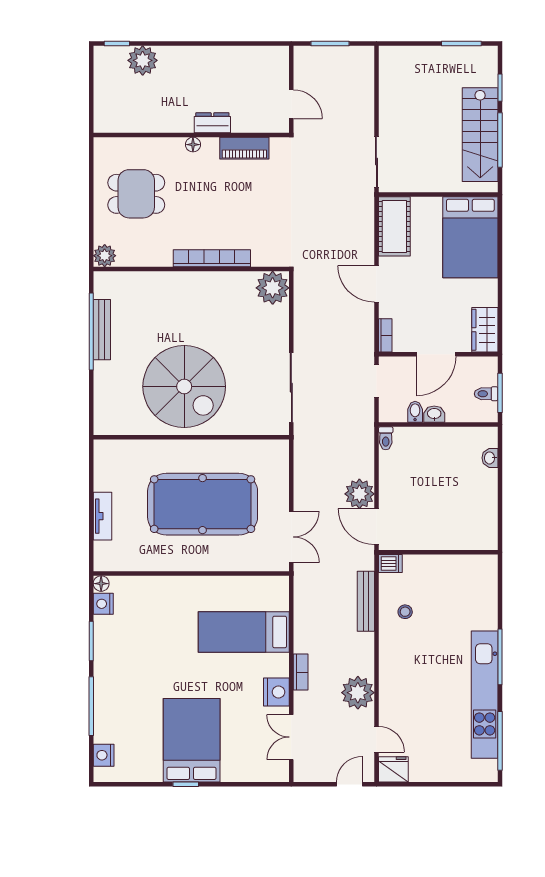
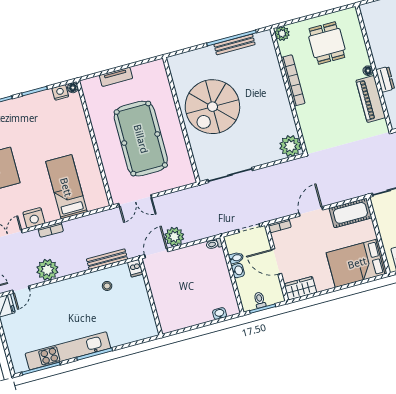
piano: (244, 148) -> (371, 99), width x1.37, depth x1.33
bookcase: (212, 258) -> (293, 80), moved

